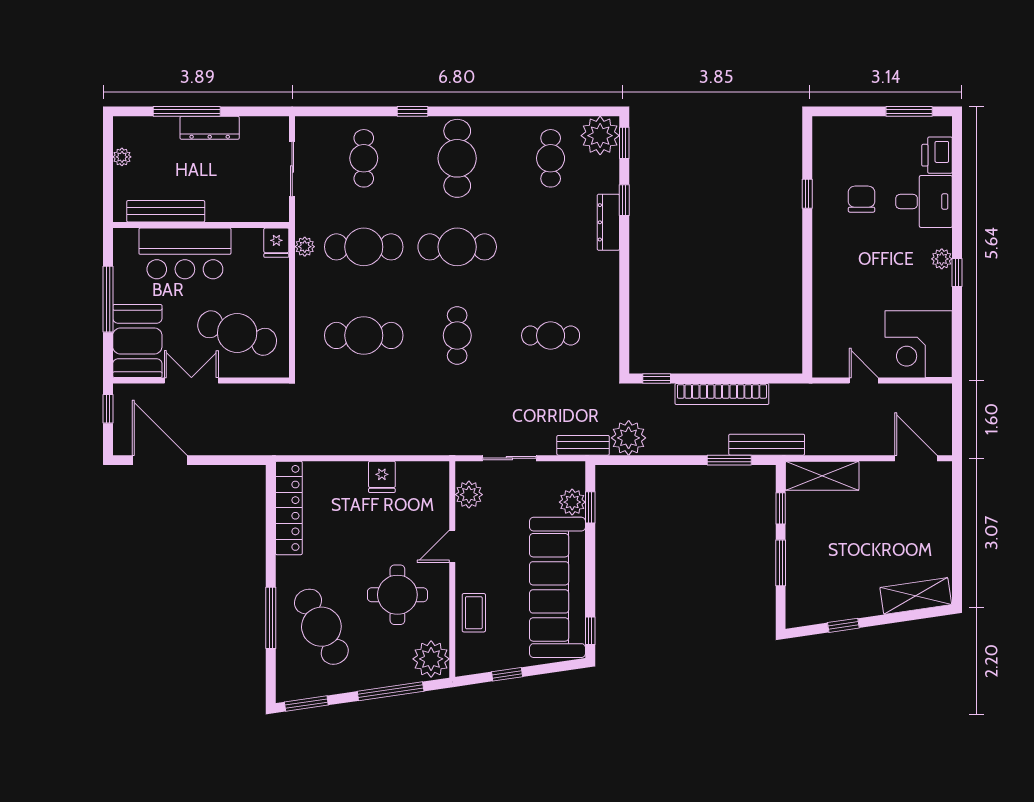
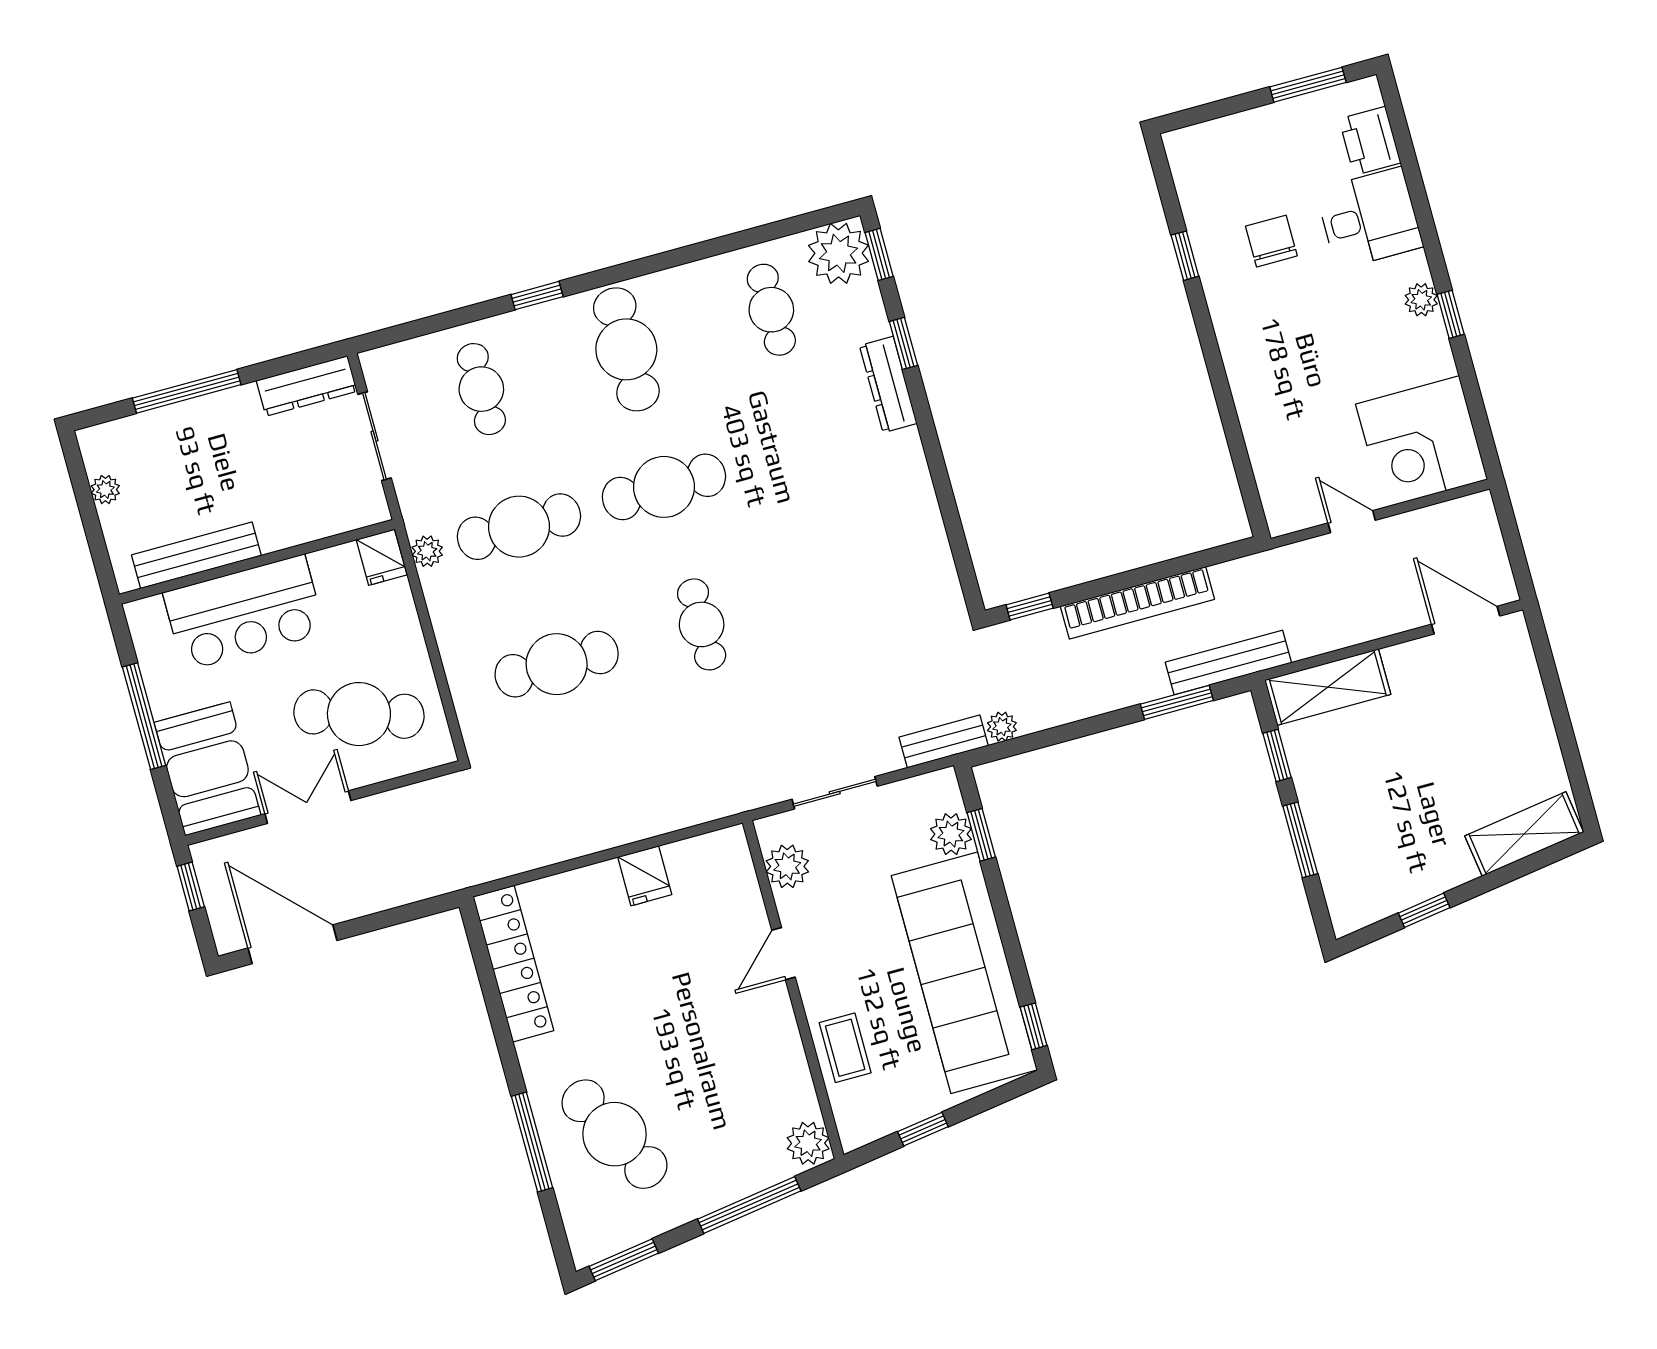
dresser: (210, 128) -> (307, 386), moved
cafe table: (551, 335) -> (847, 585), removed
plant: (629, 438) -> (1002, 727), width x0.53, depth x0.53
round table: (397, 595) -> (719, 1052), removed
plant: (431, 659) -> (808, 1143), width x0.73, depth x0.73

